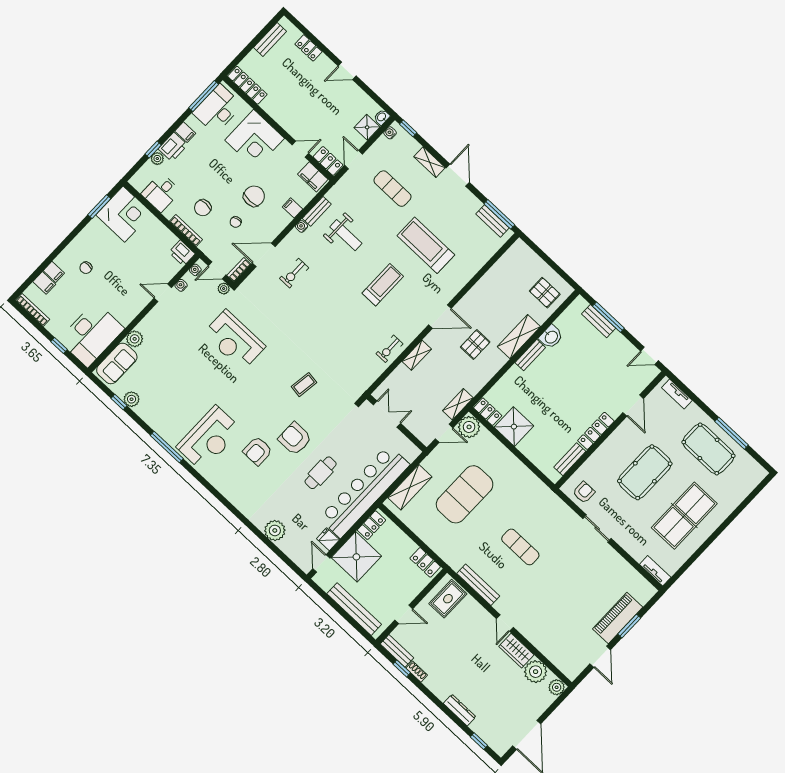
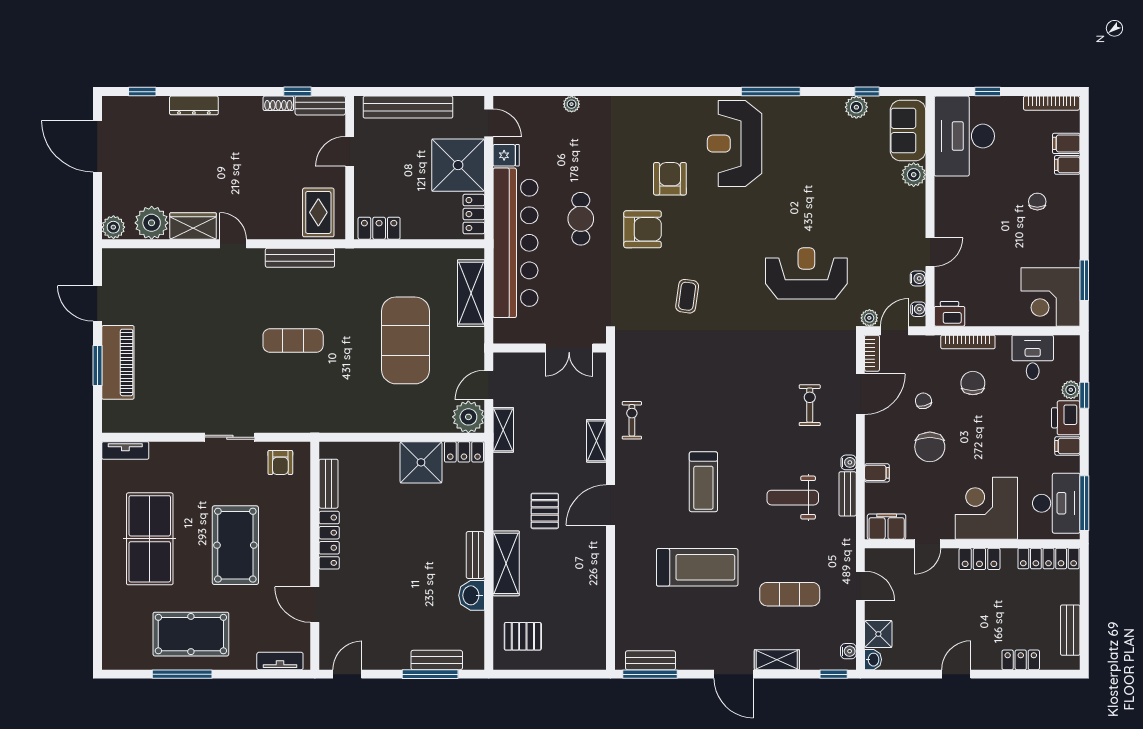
locker: (328, 161) -> (979, 559), moved
plant: (275, 530) -> (572, 104), width x0.53, depth x0.53

